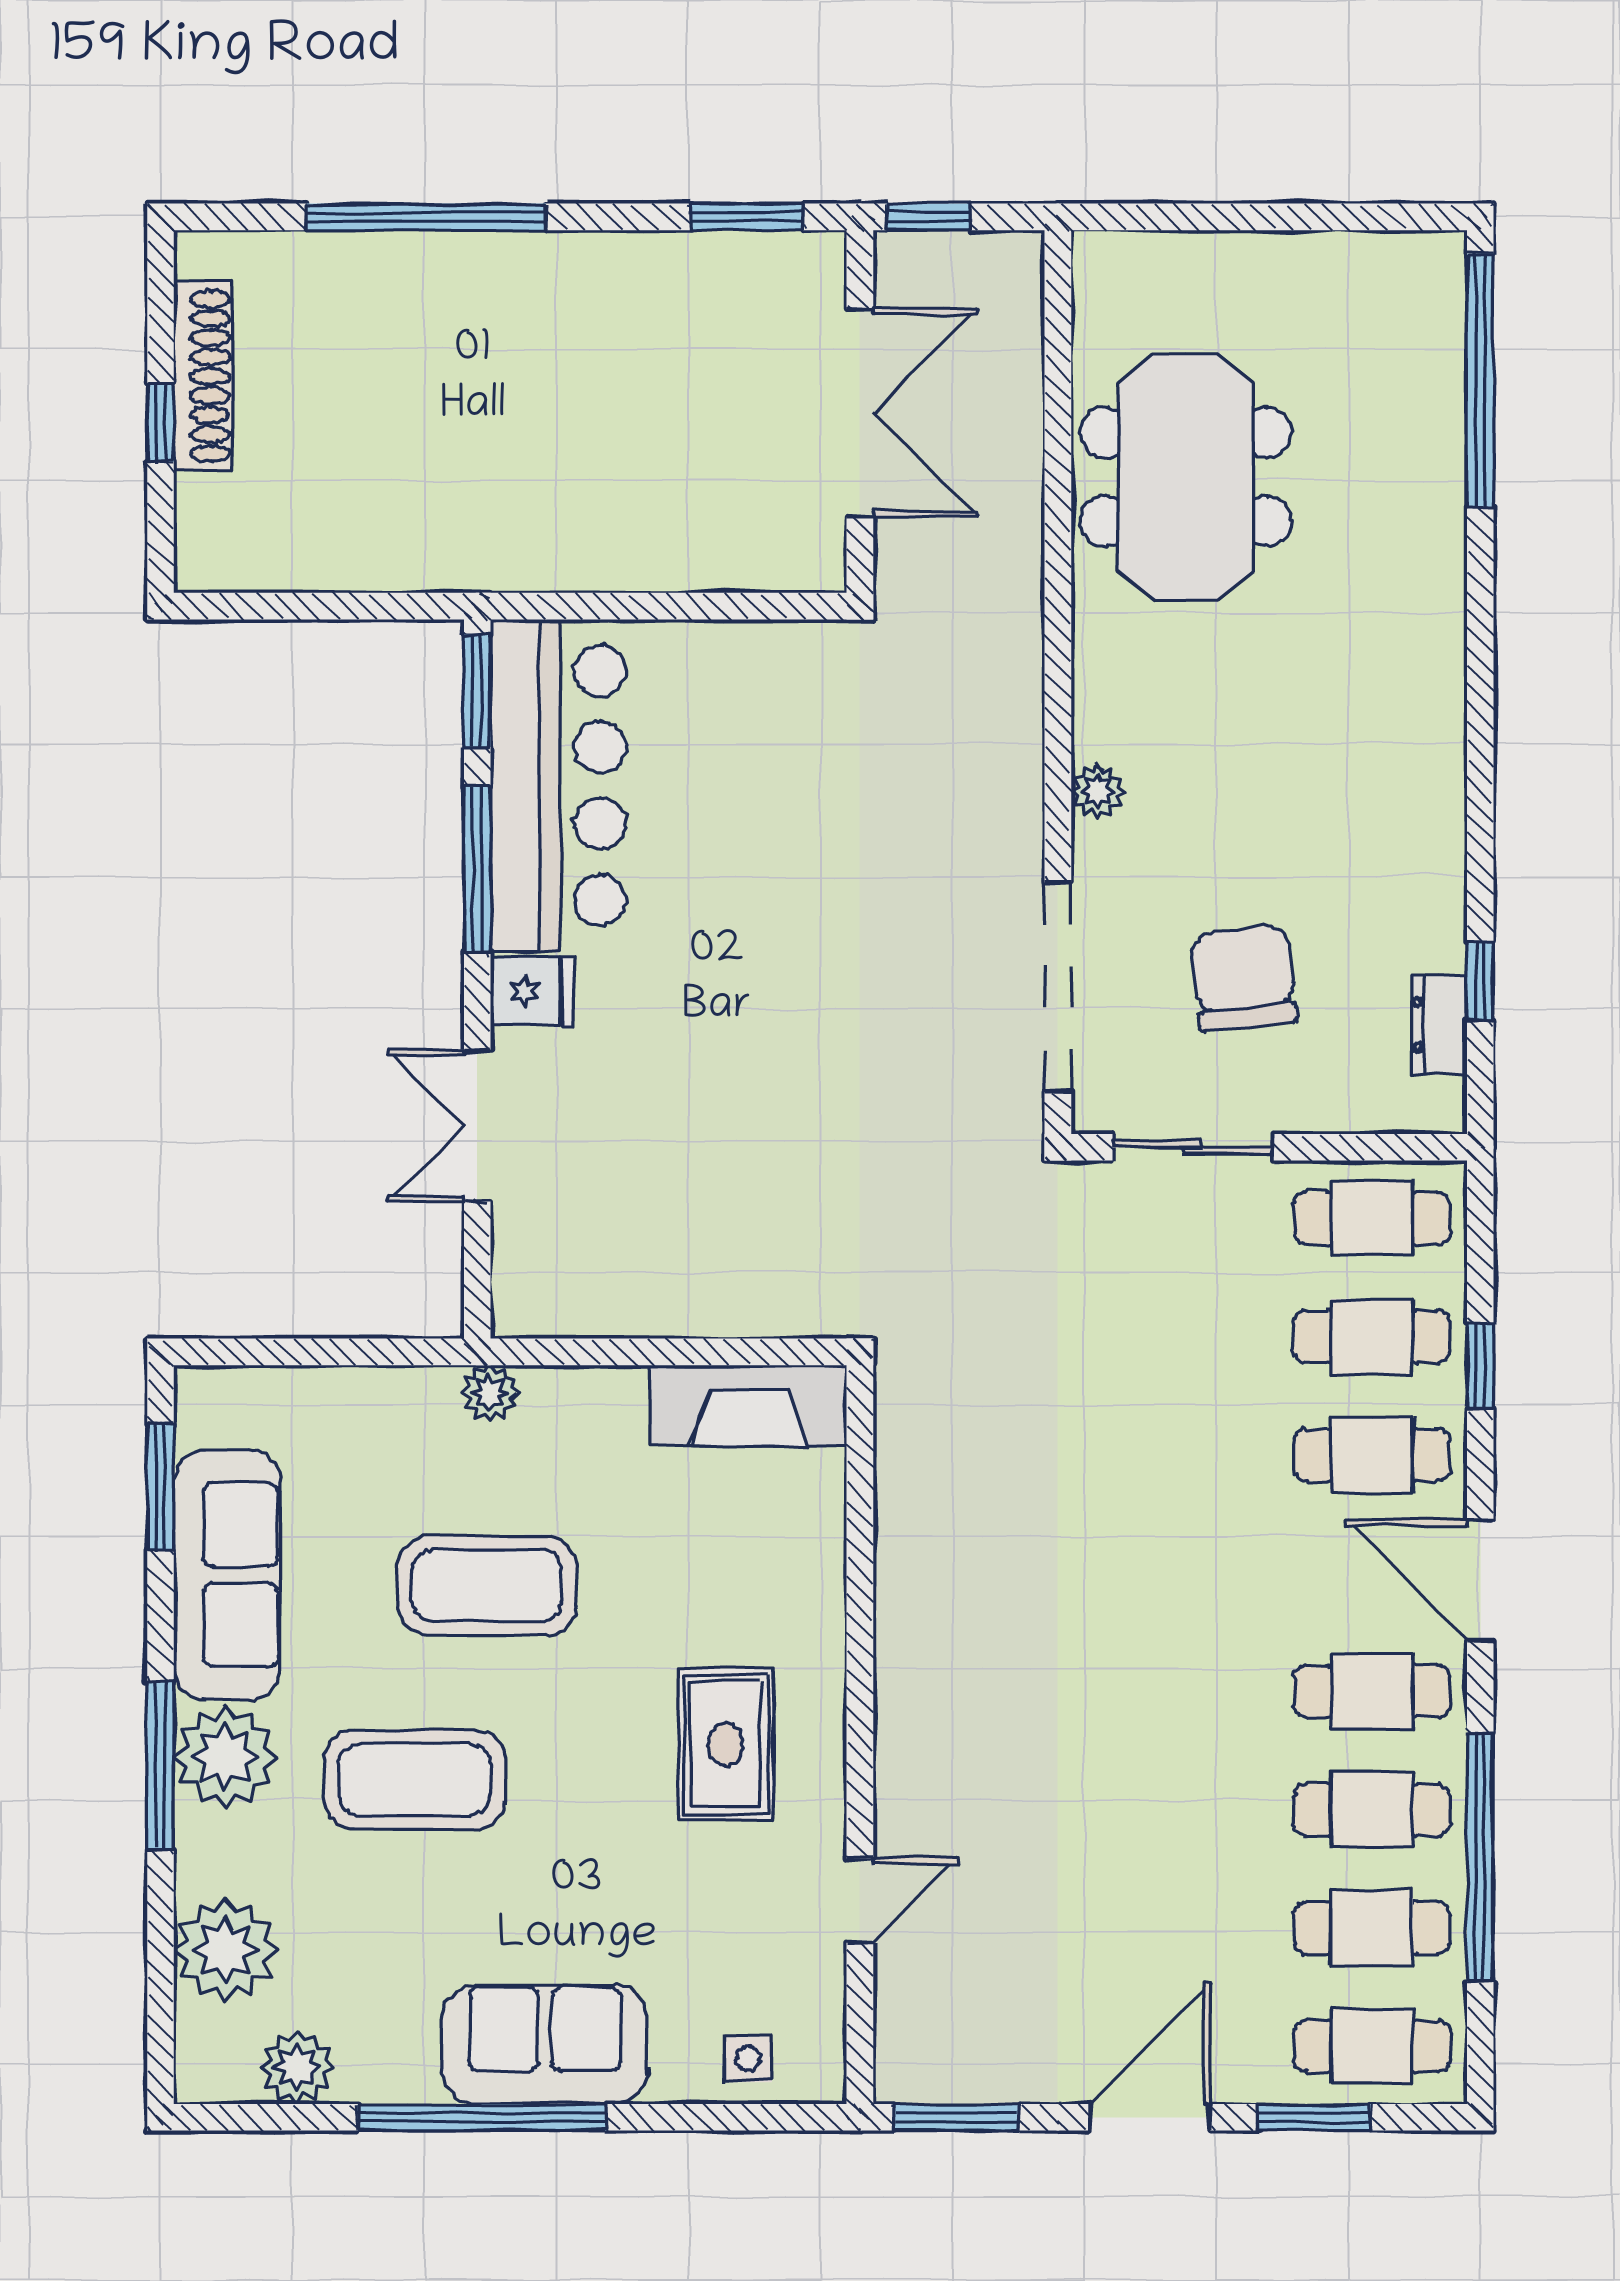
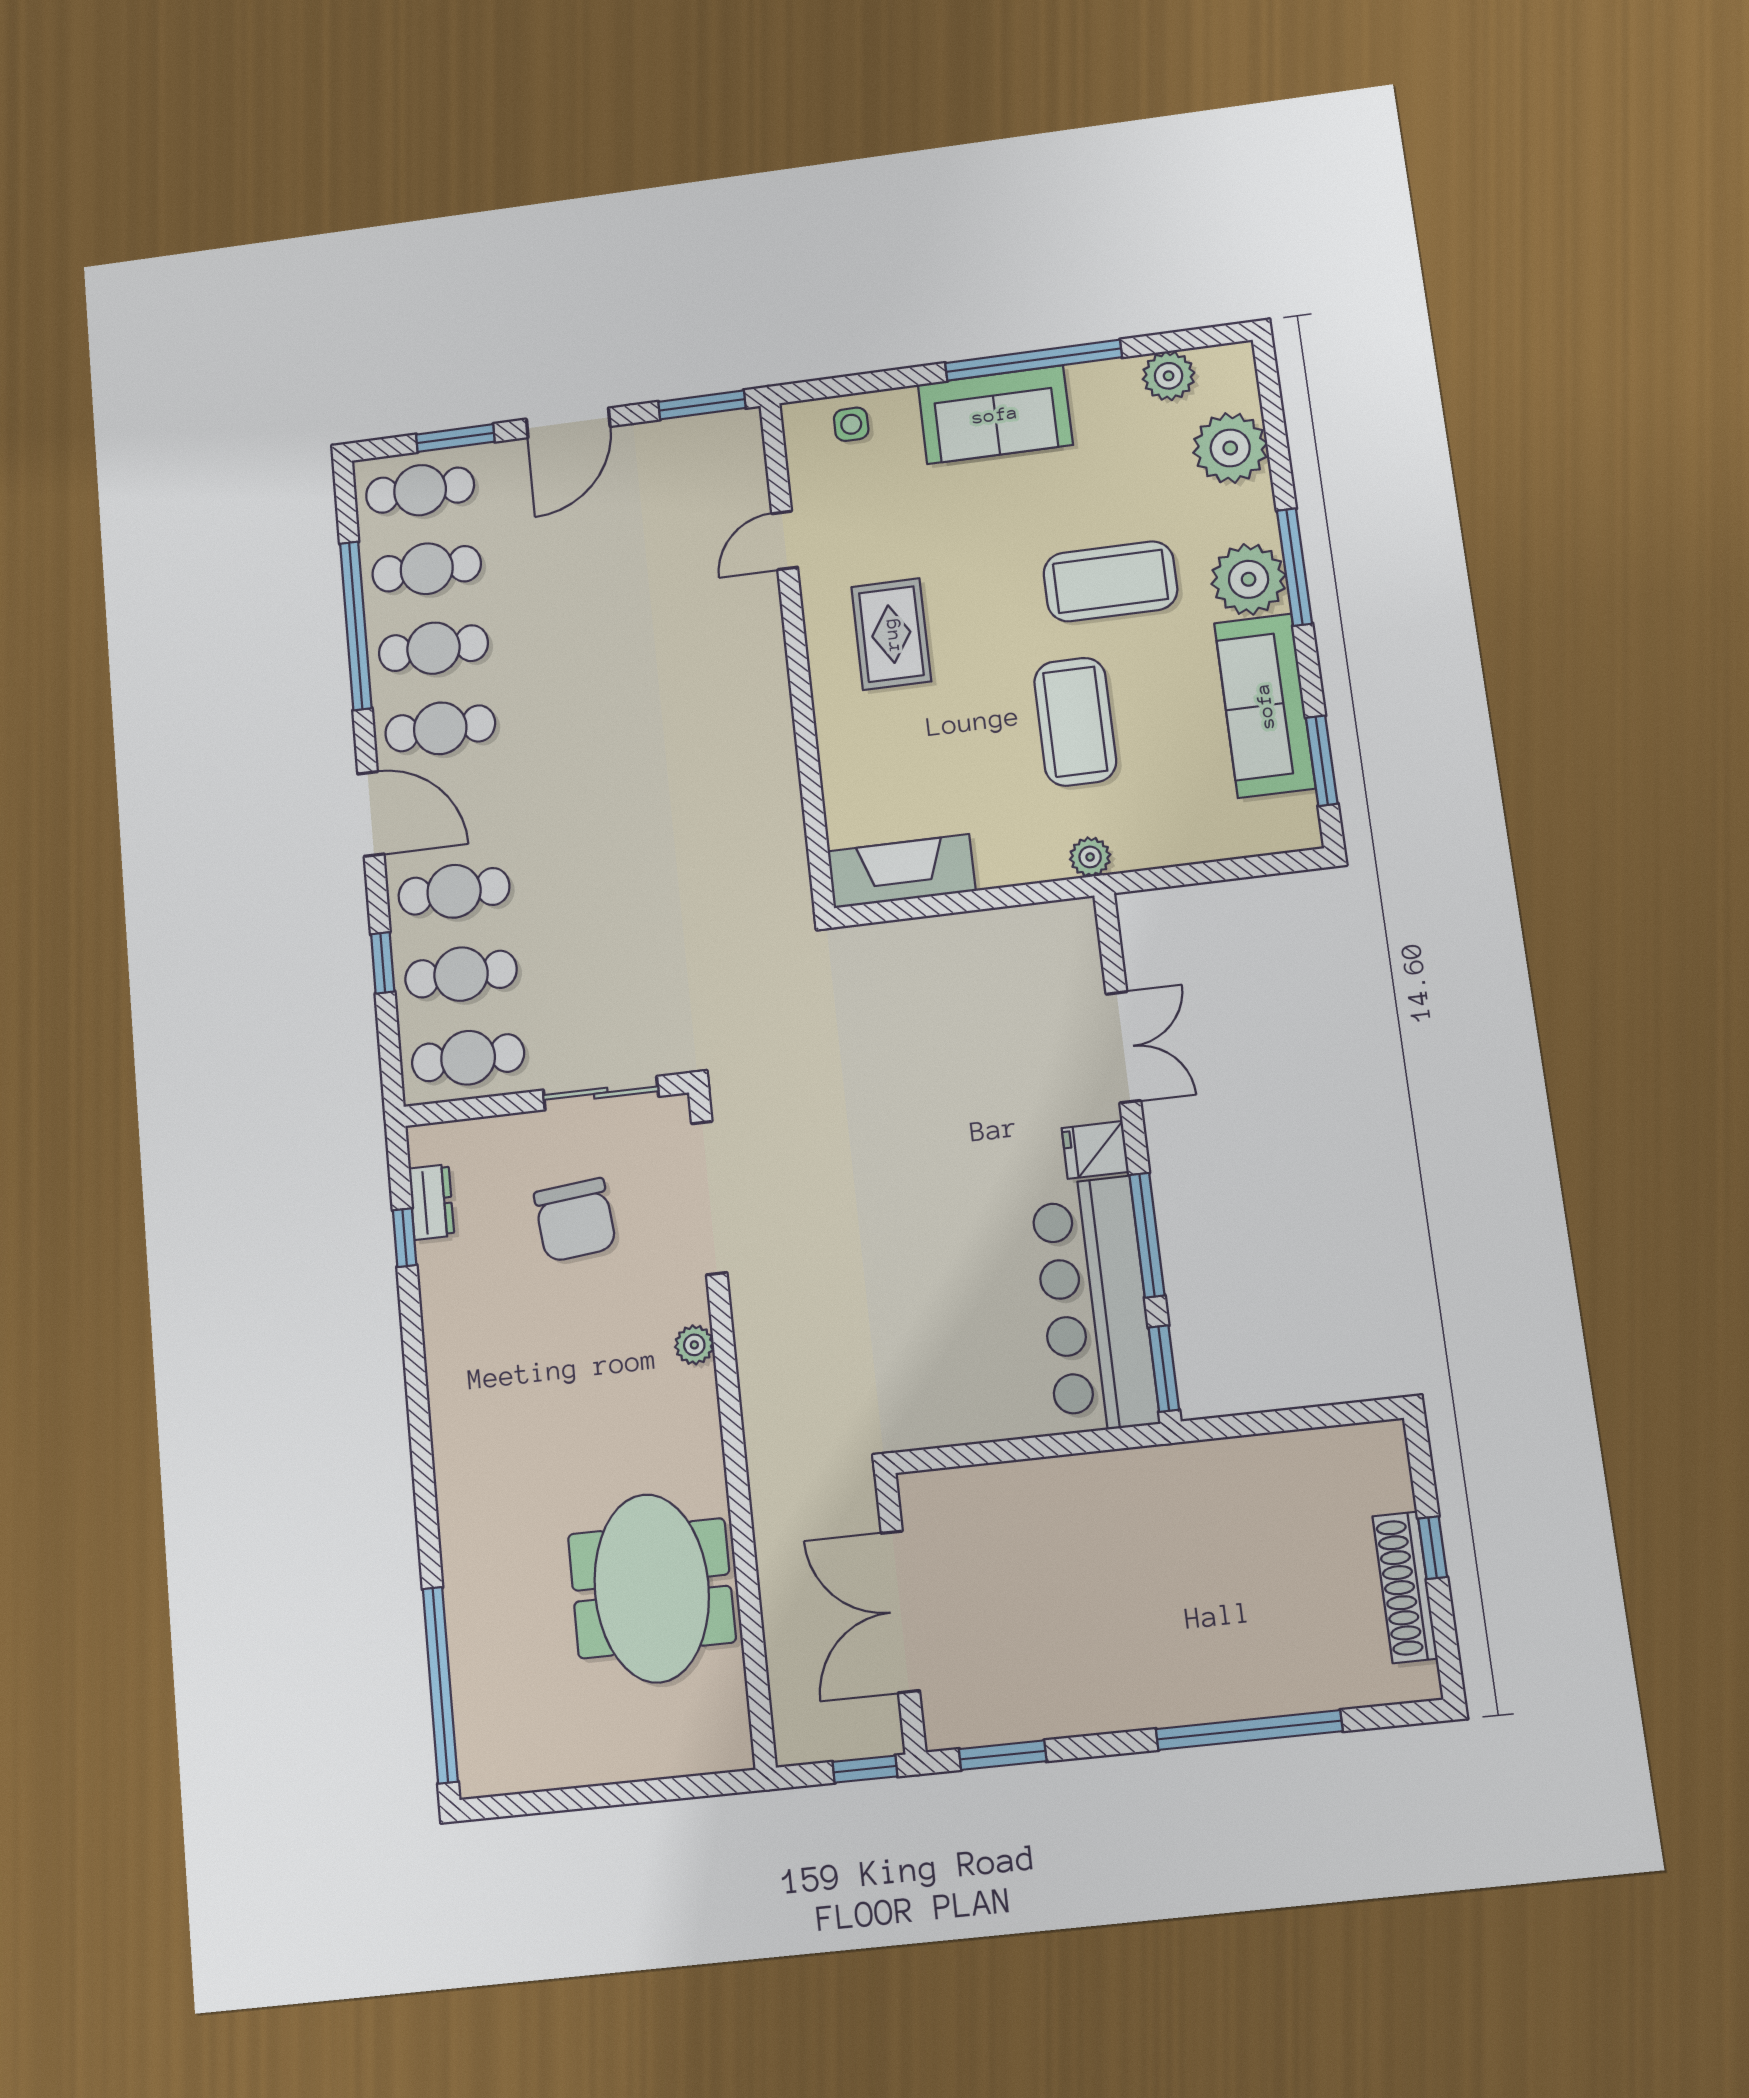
coffee table: (487, 1586) -> (1075, 722), turned 90

